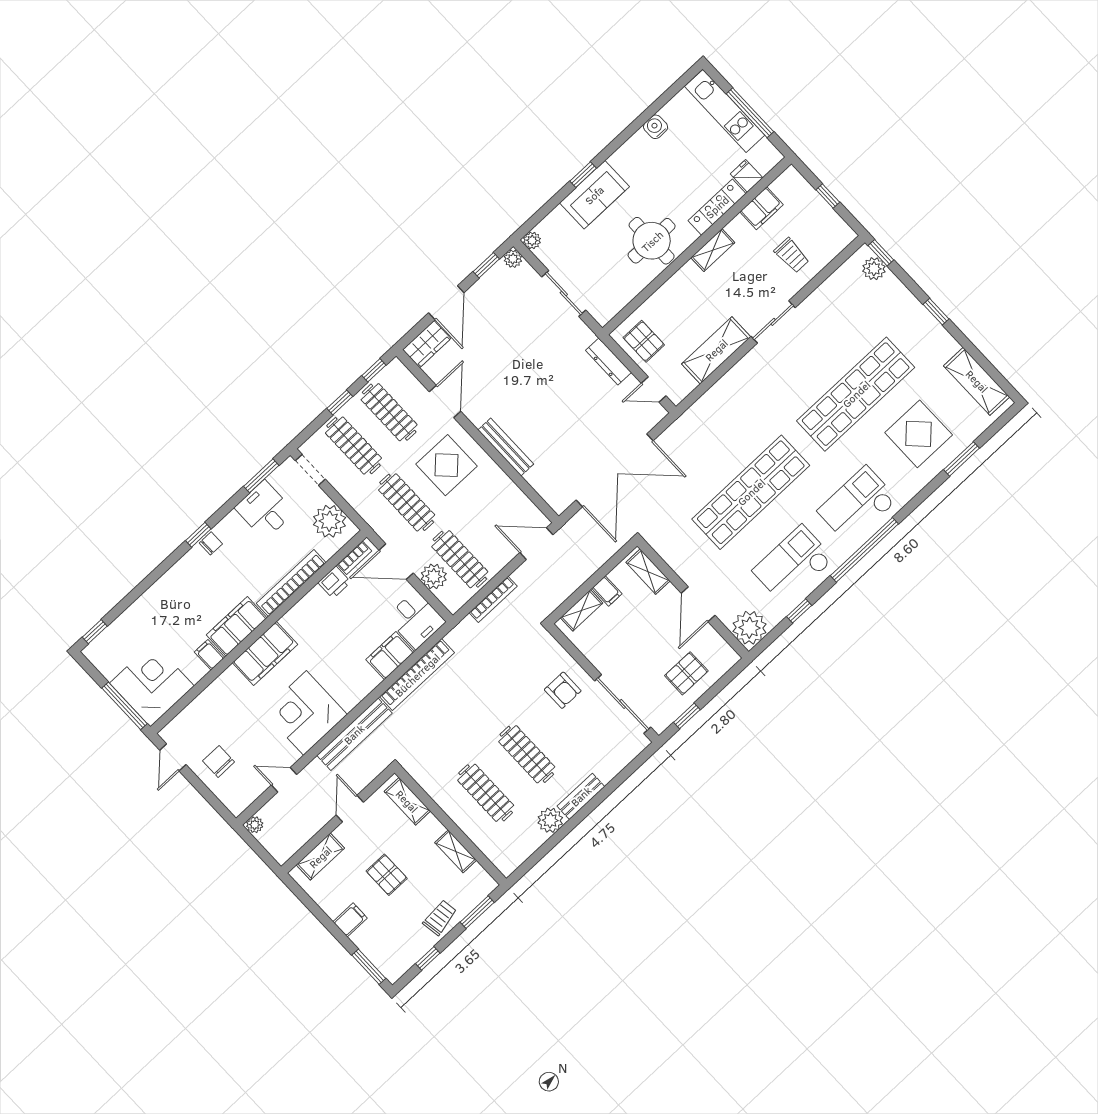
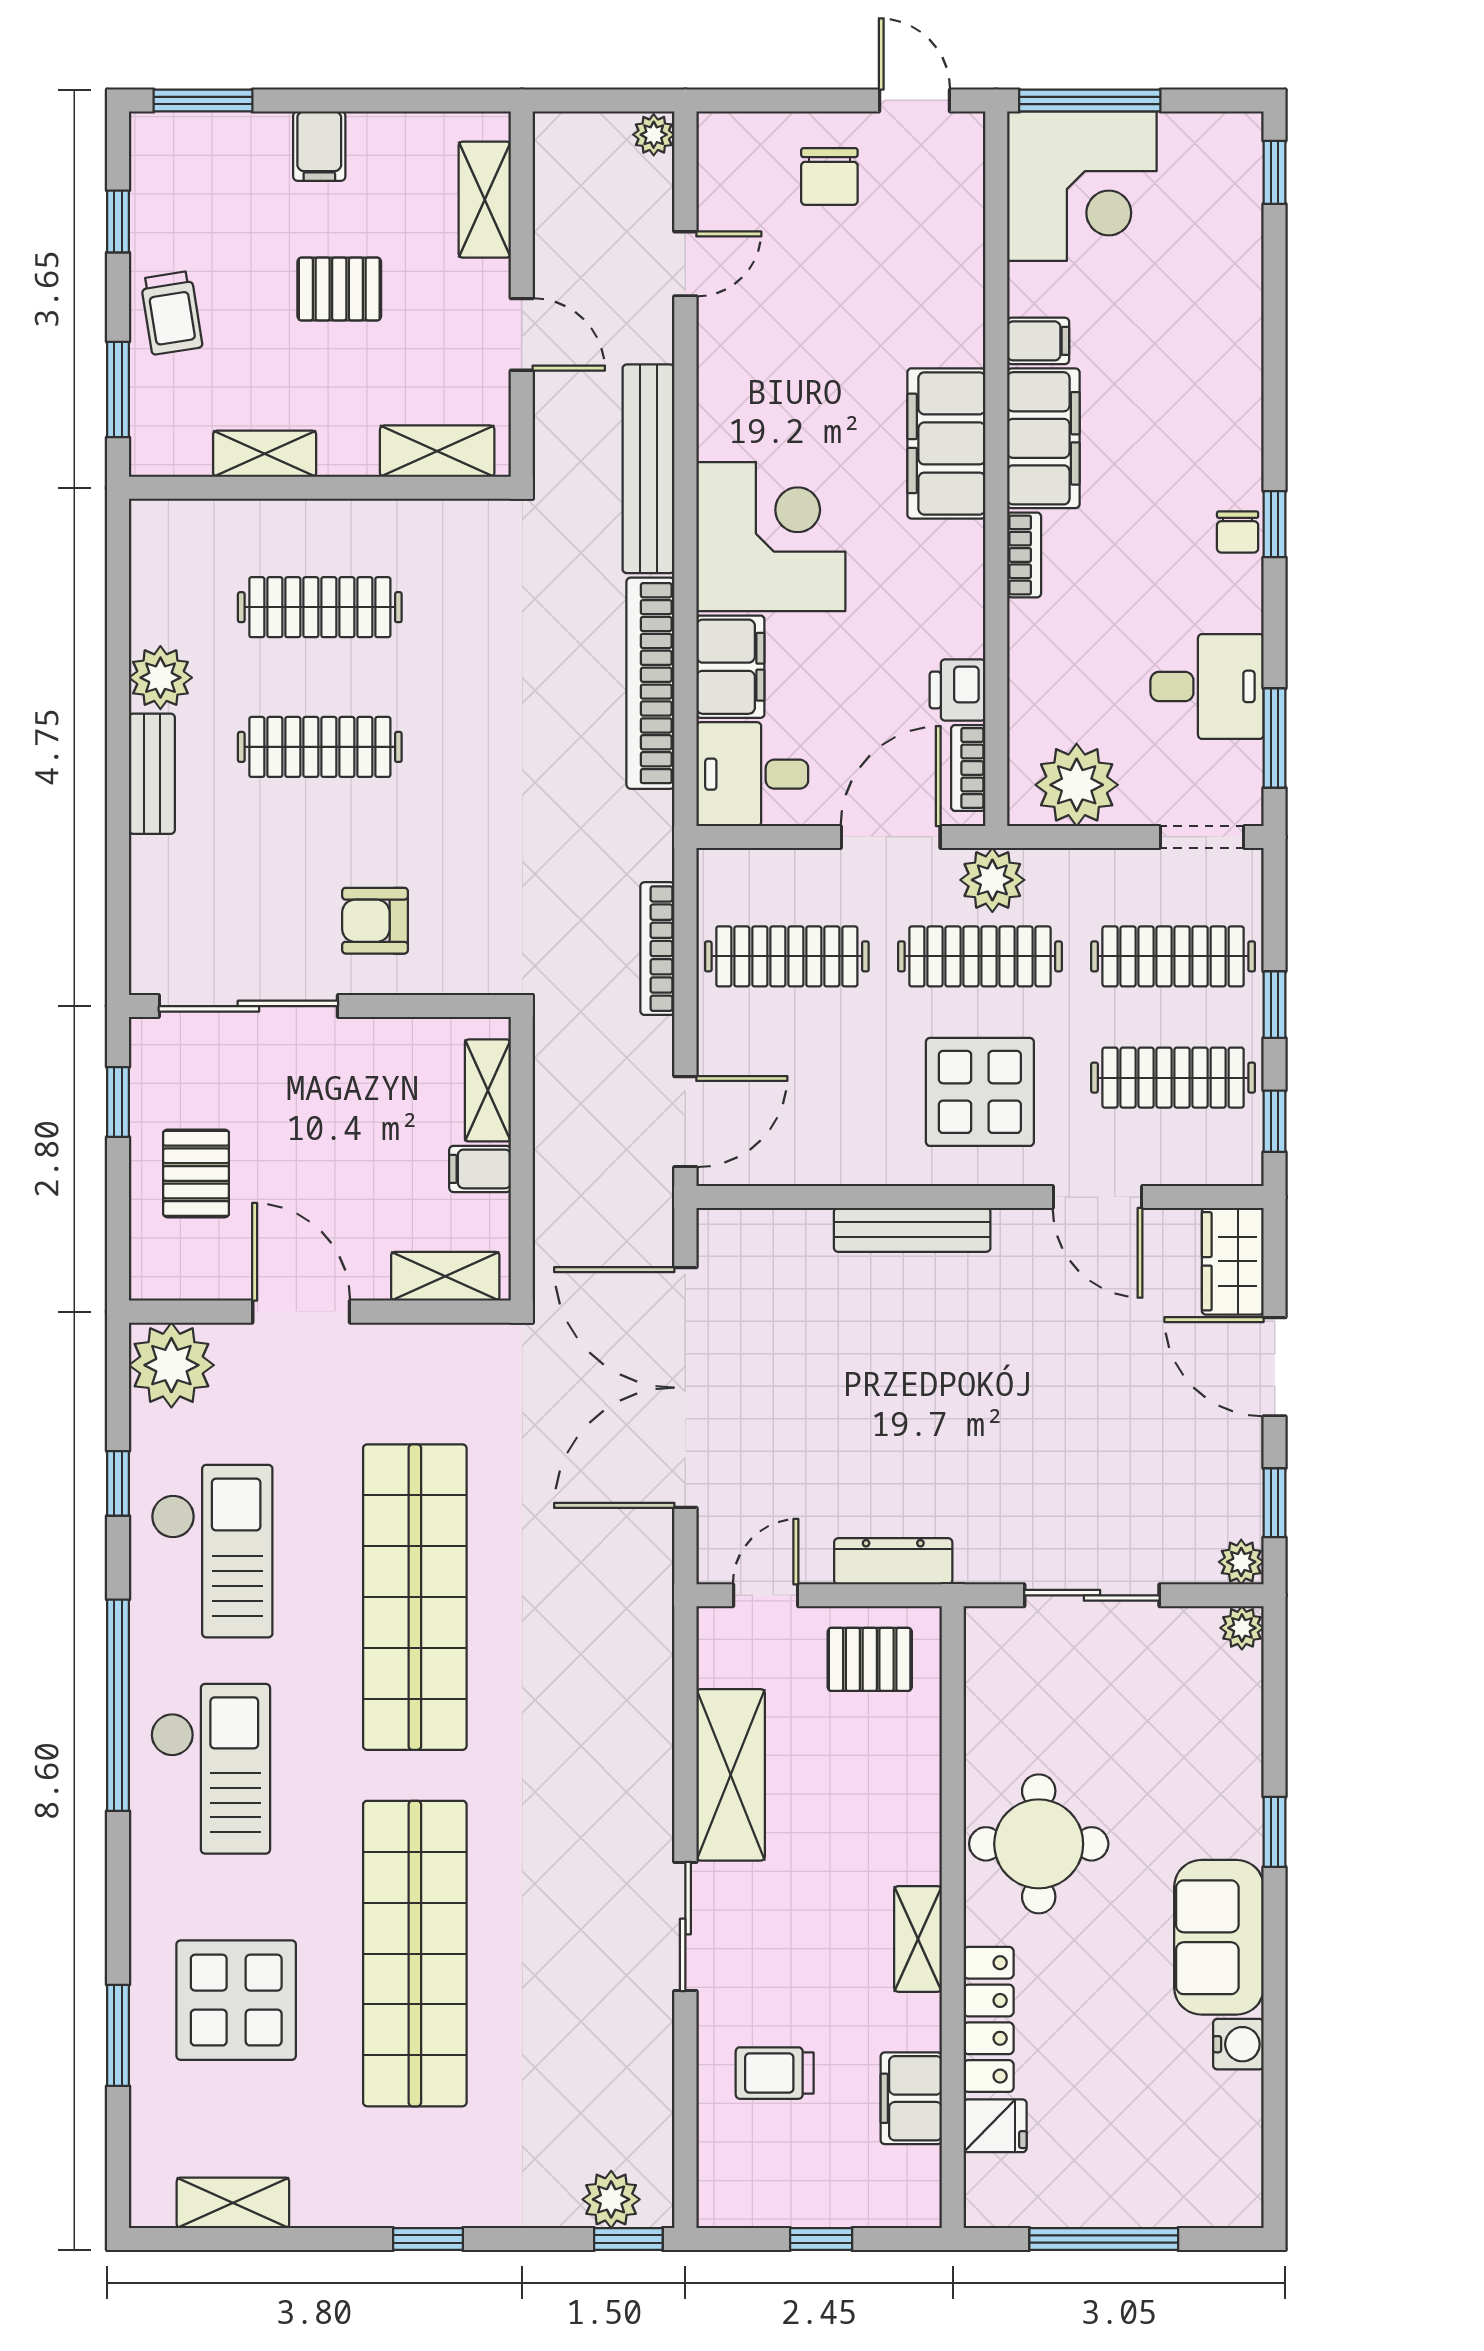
kitchen unit: (725, 111) -> (1150, 2196), removed
sofa: (594, 195) -> (1219, 1937), moved
shelving: (977, 381) -> (233, 2203), width x0.67, depth x0.75
plant: (434, 576) -> (992, 880), moved
bookcase: (291, 583) -> (1024, 555), width x0.43, depth x0.76
corner desk: (305, 713) -> (771, 537), moved
chair: (219, 761) -> (829, 176), turned 90

